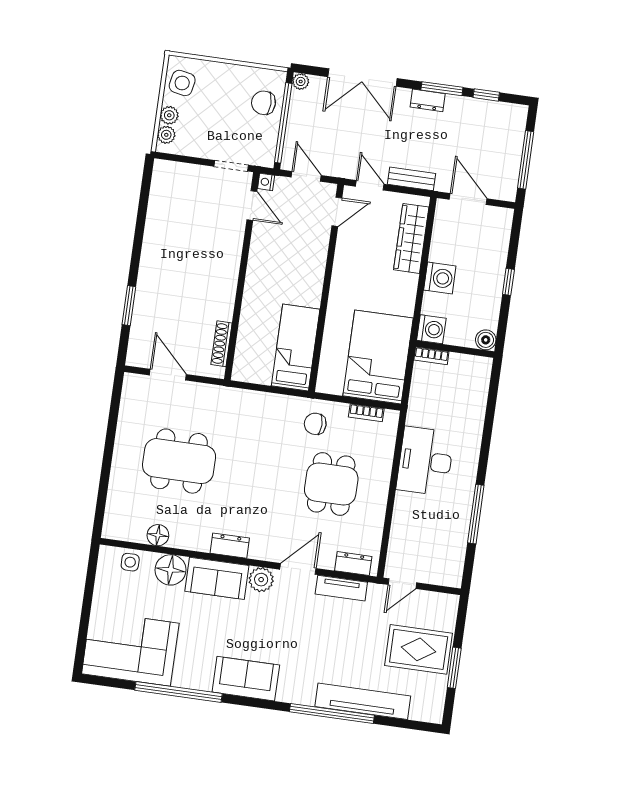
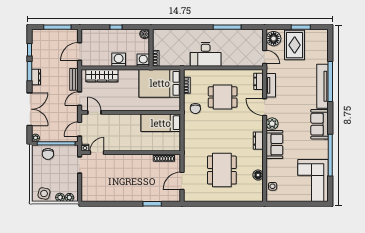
floor lamp: (170, 570) -> (274, 39), moved
tv unit: (363, 701) -> (323, 86), moved

